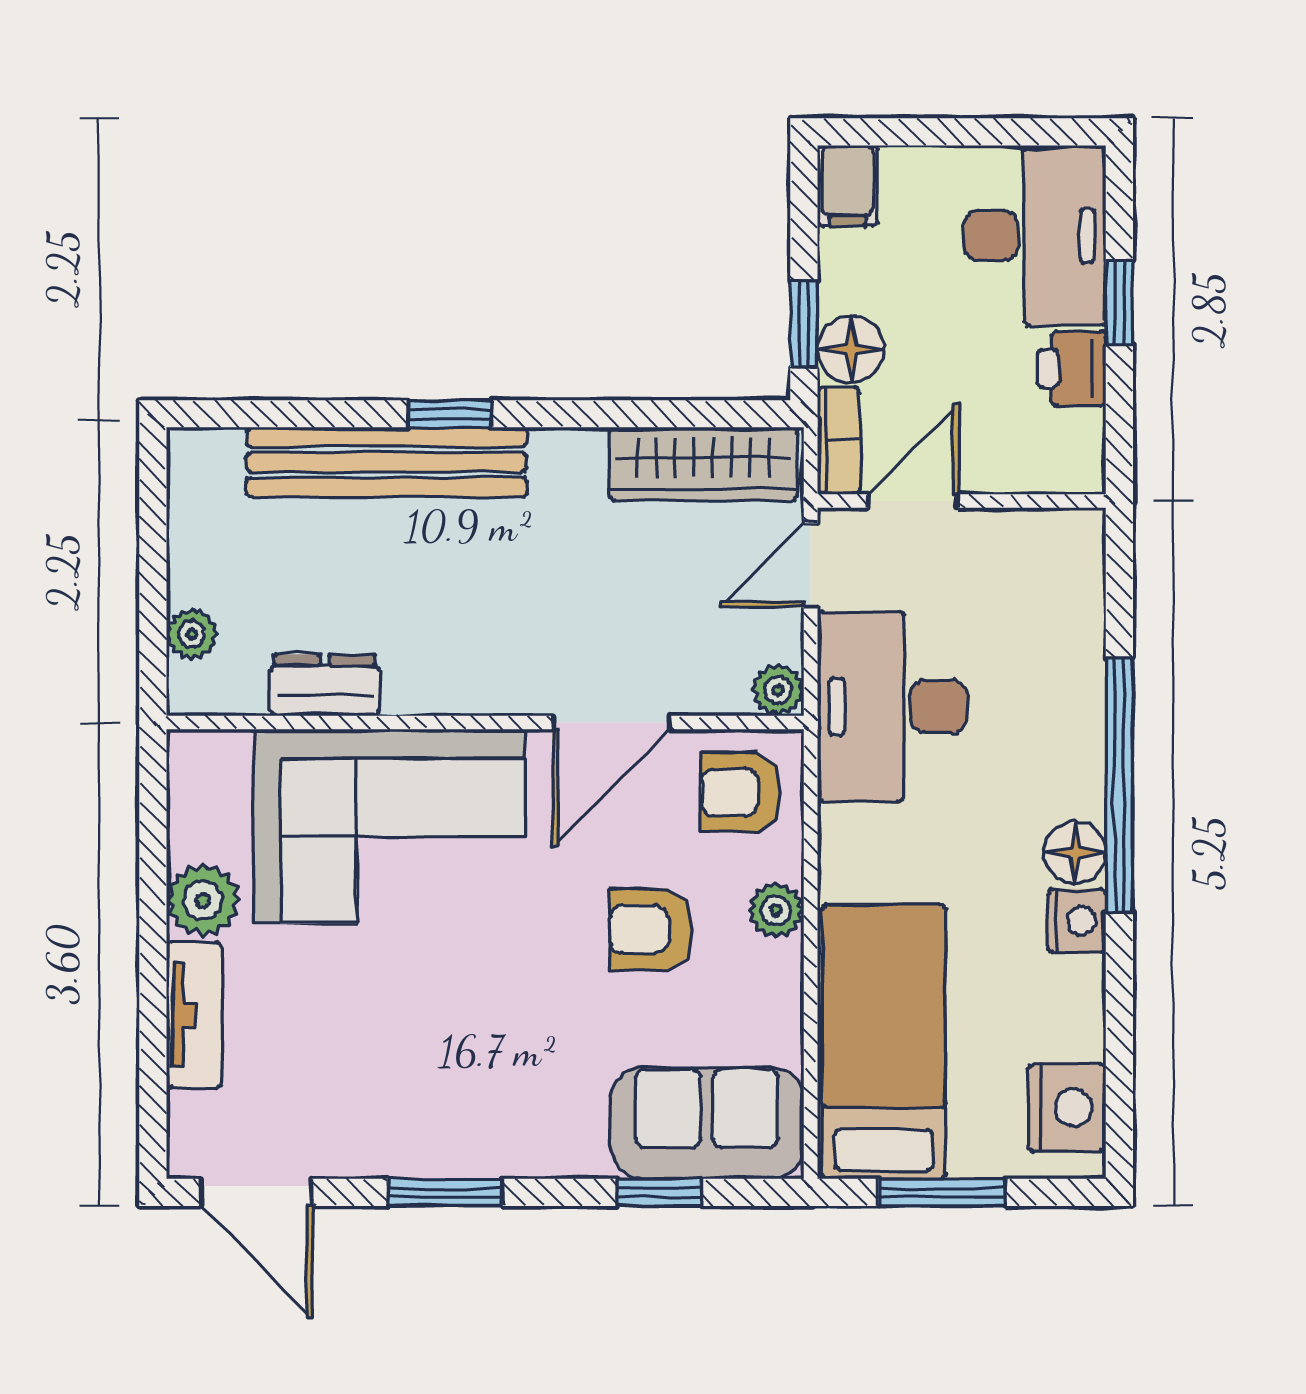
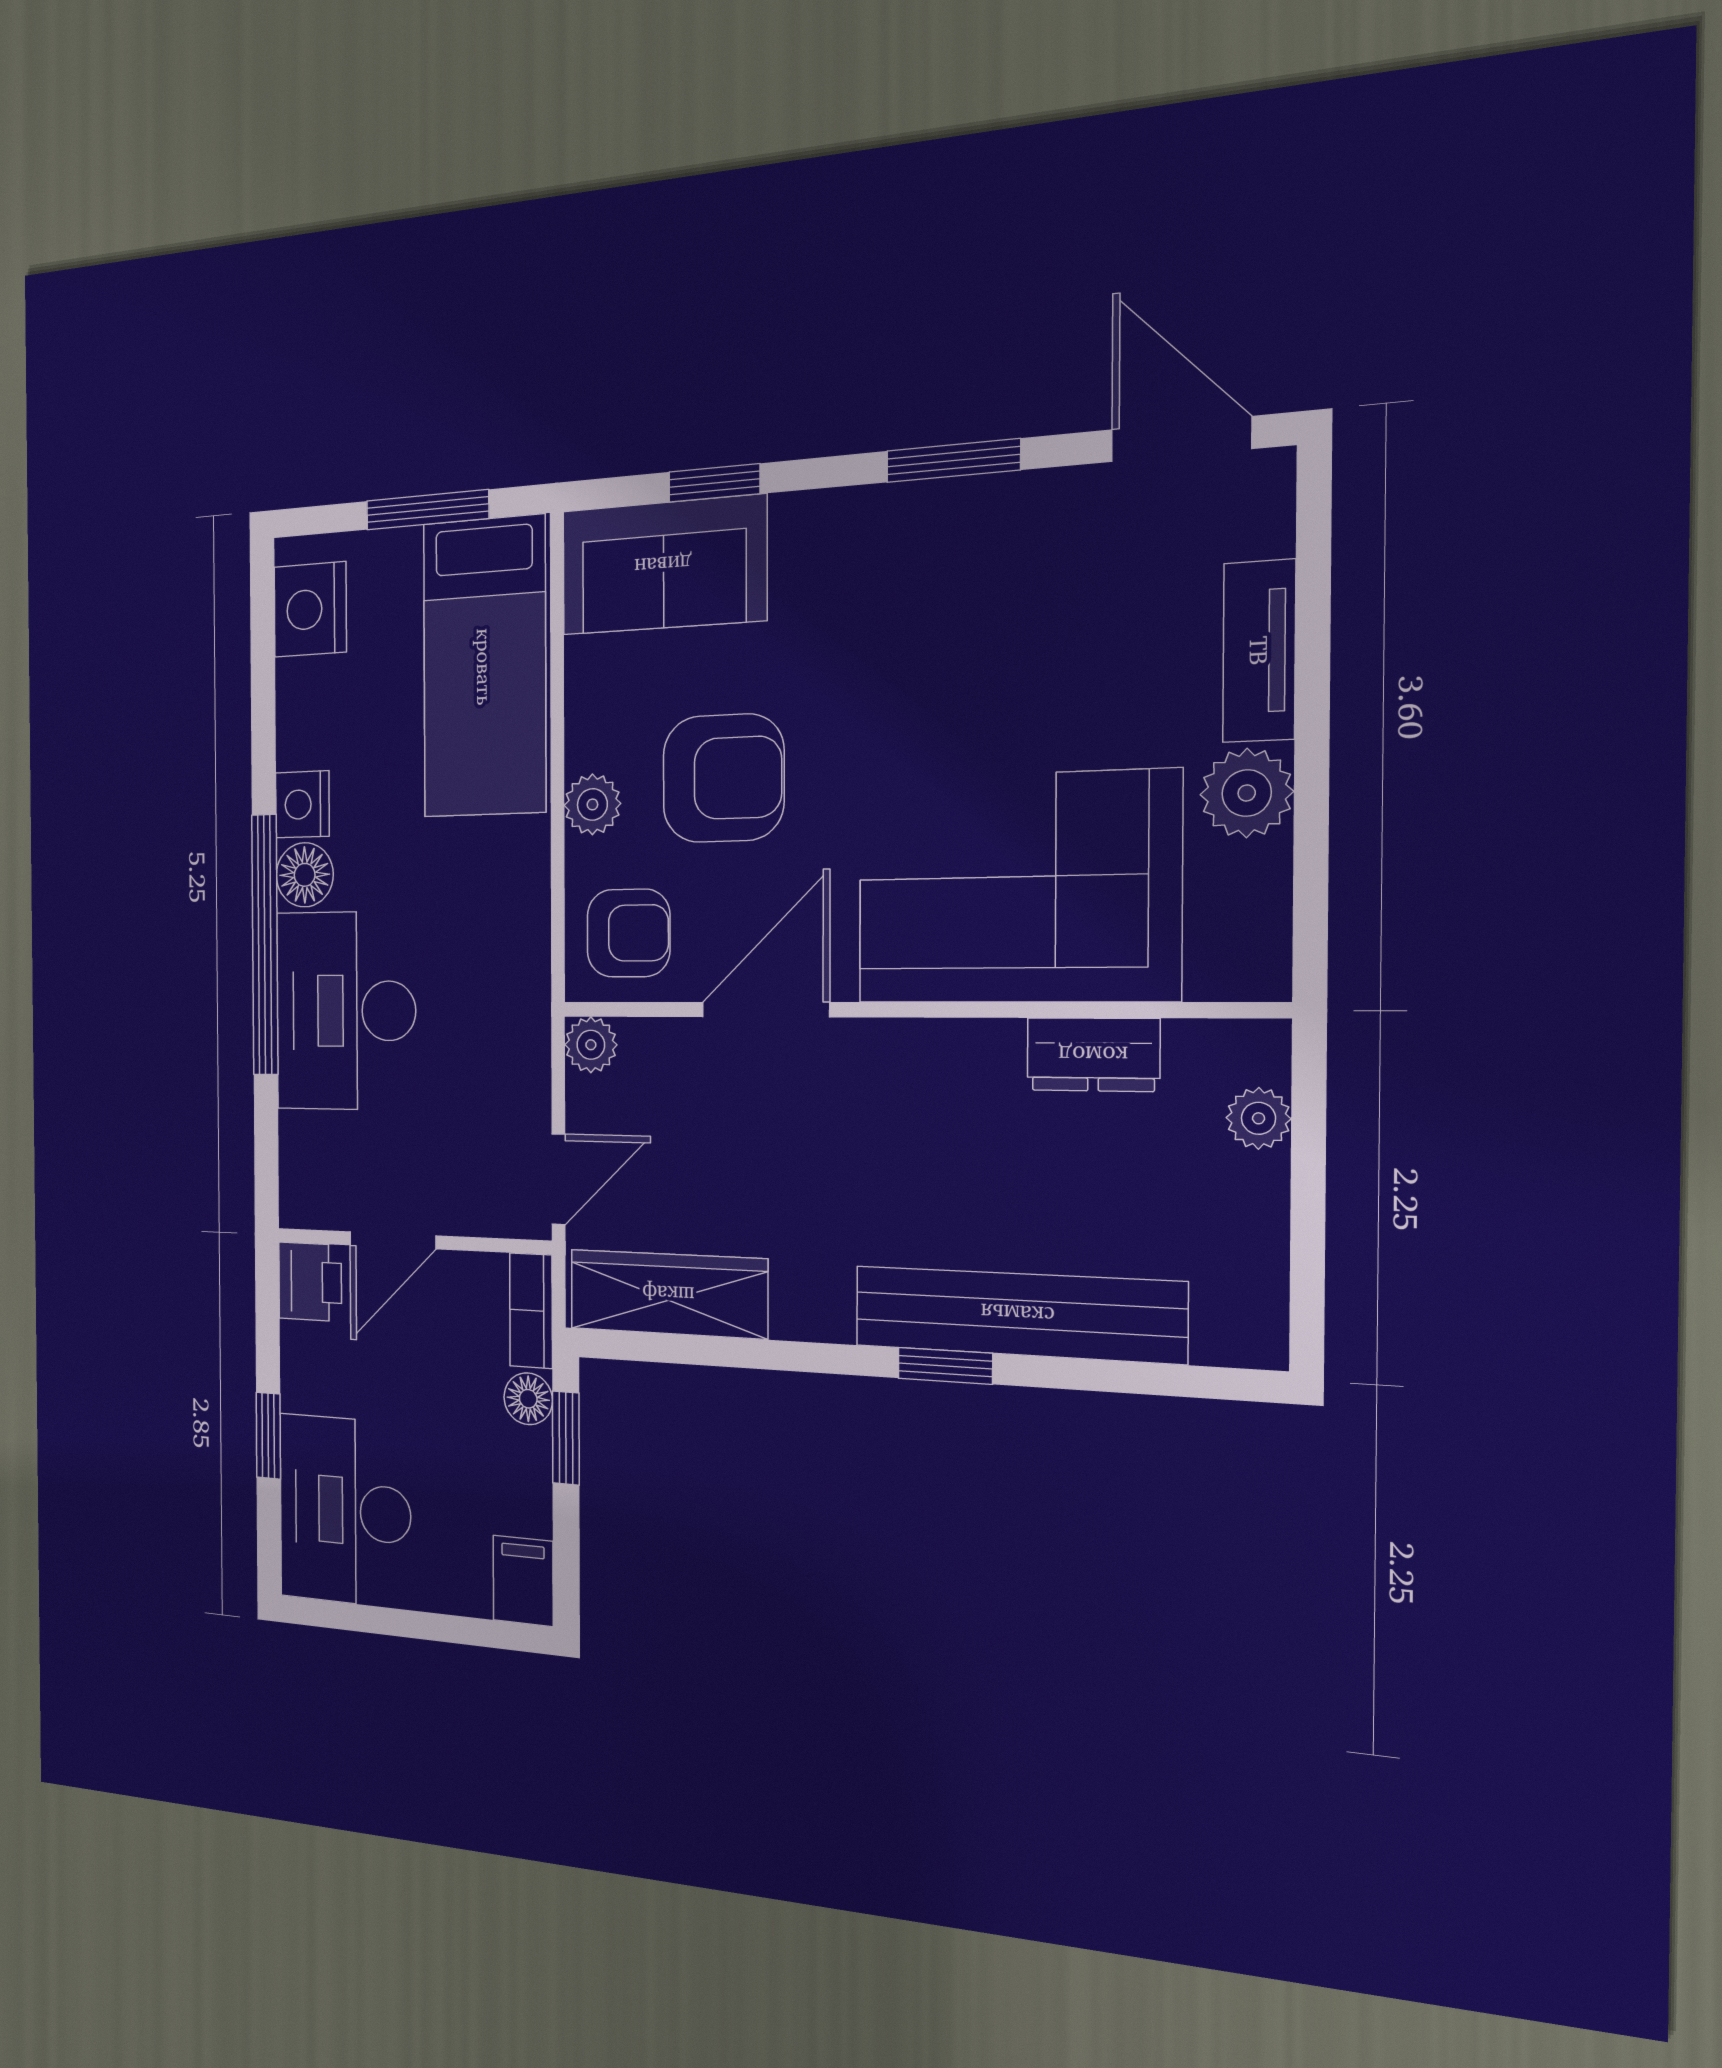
floor lamp: (851, 349) -> (528, 1399), width x0.73, depth x0.73
printer: (1072, 368) -> (310, 1282), moved
door: (913, 501) -> (393, 1240), moved
desk: (892, 707) -> (346, 1011), moved, turned 180
armchair: (651, 929) -> (723, 778), width x1.38, depth x1.38

